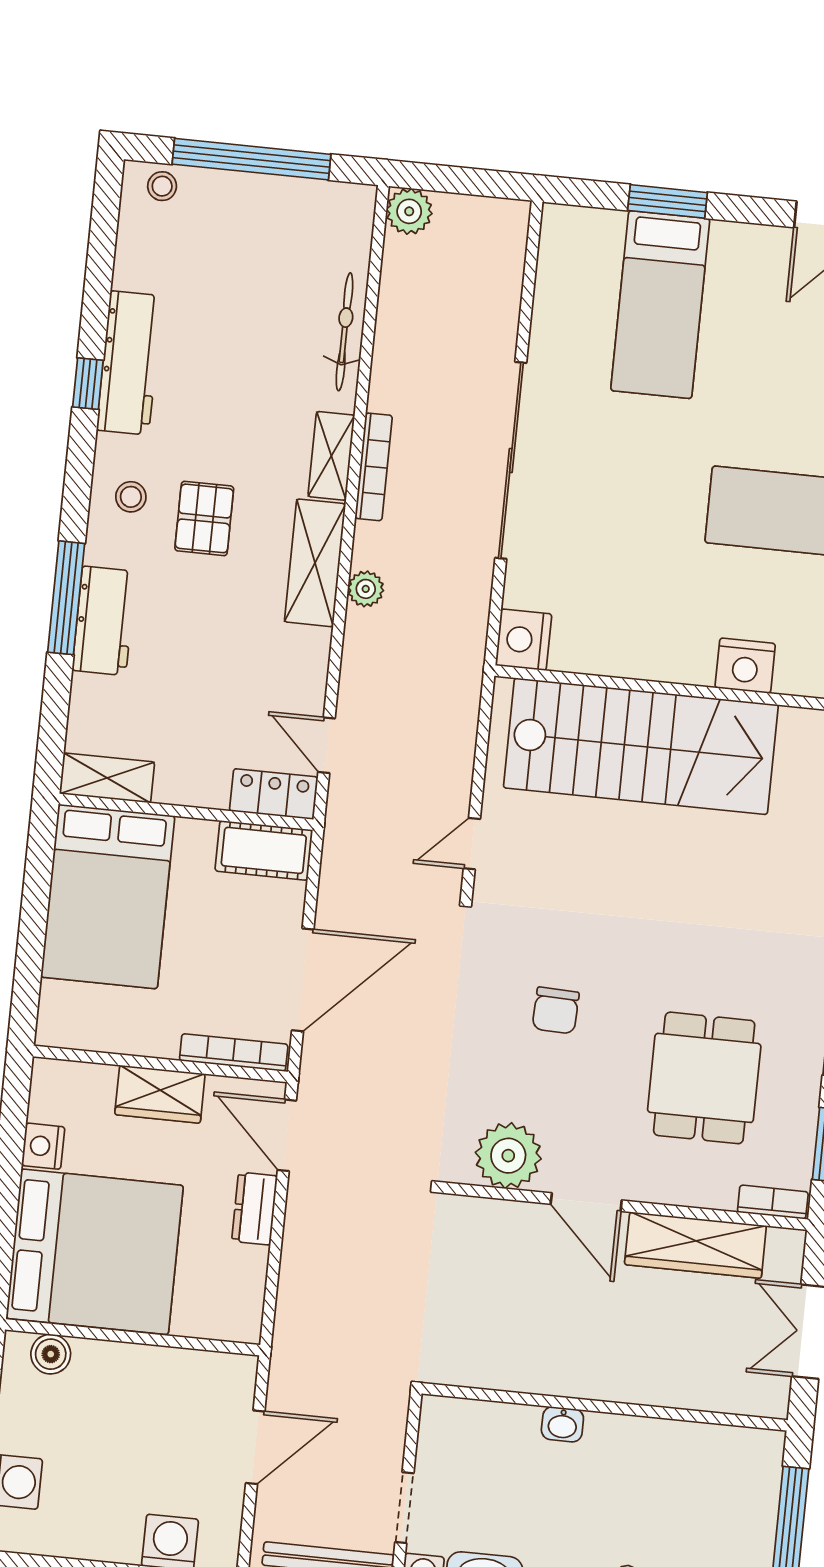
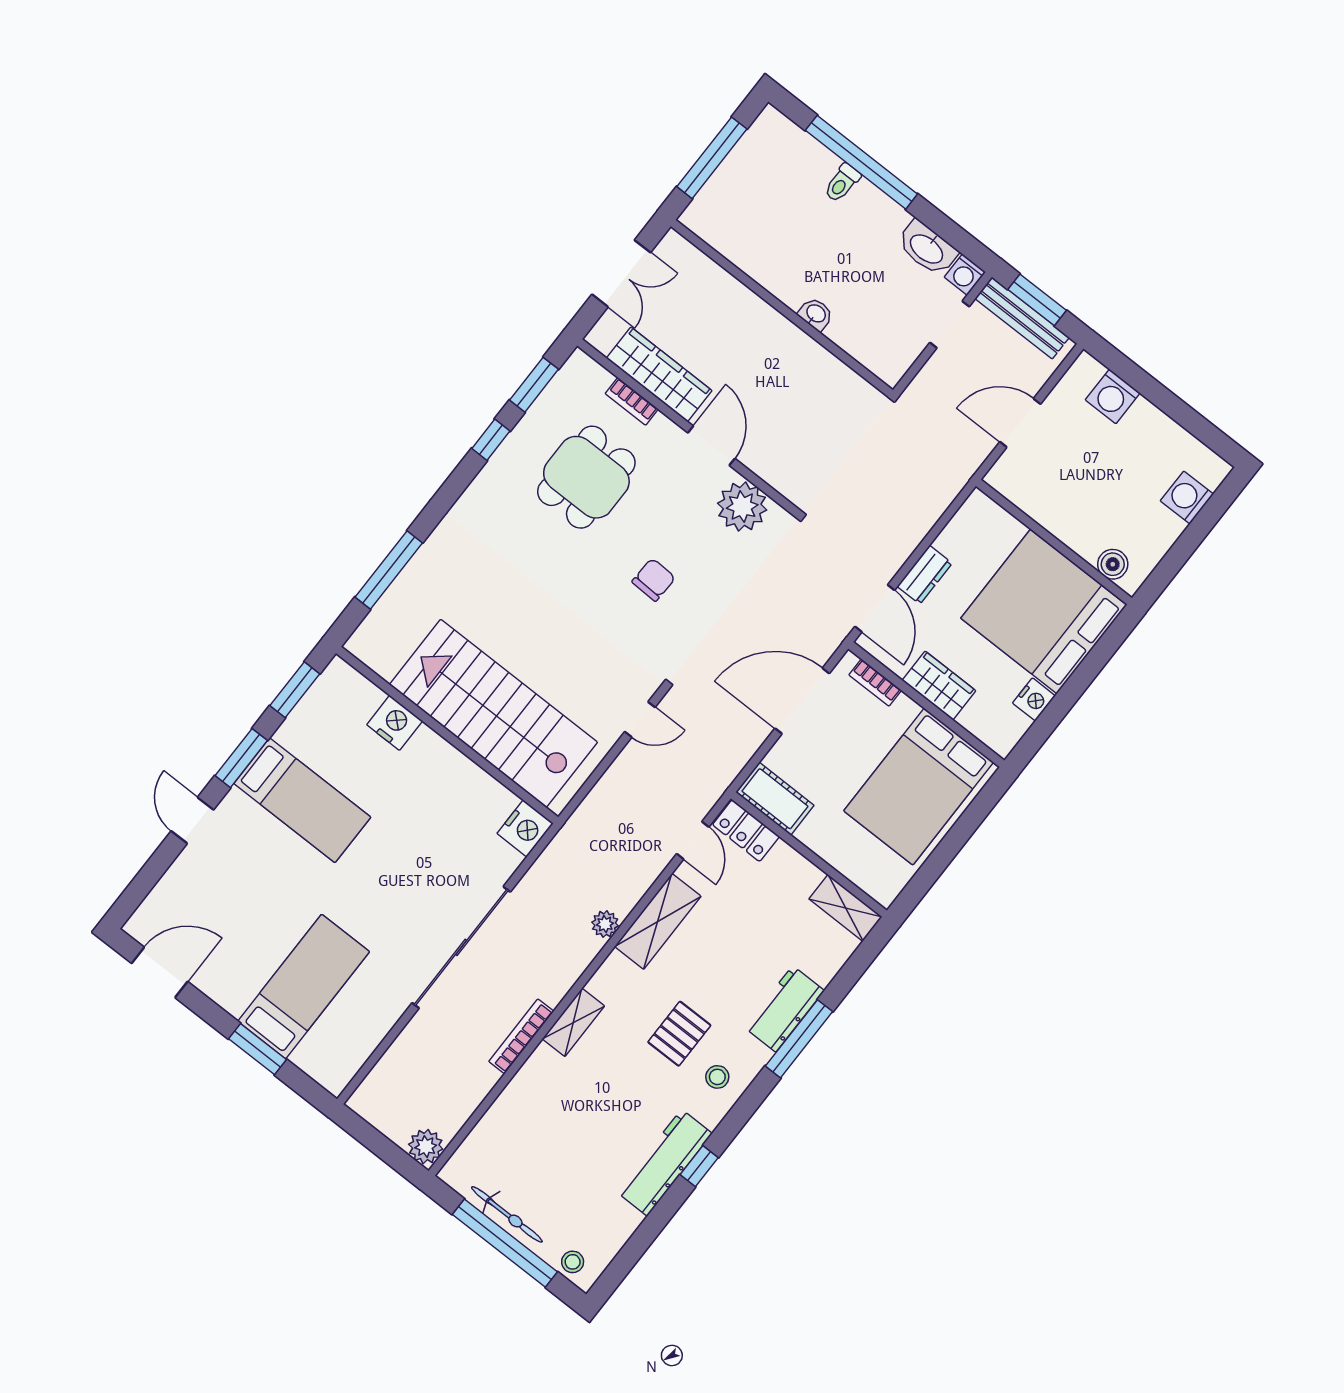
bicycle: (344, 332) -> (507, 1214), moved, turned -90
bookcase: (374, 467) -> (521, 1036), moved
shelving: (315, 563) -> (658, 921), moved
bed: (108, 896) -> (919, 786), moved, turned 180
bookcase: (234, 1052) -> (875, 682), width x0.64
bookcase: (773, 1202) -> (632, 401), moved

